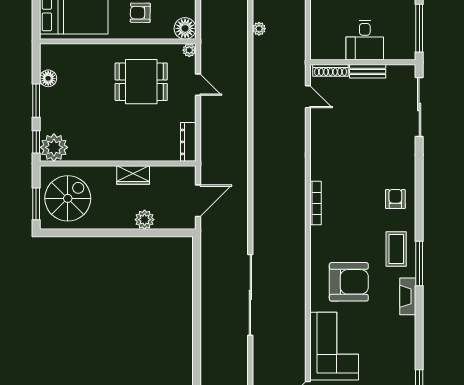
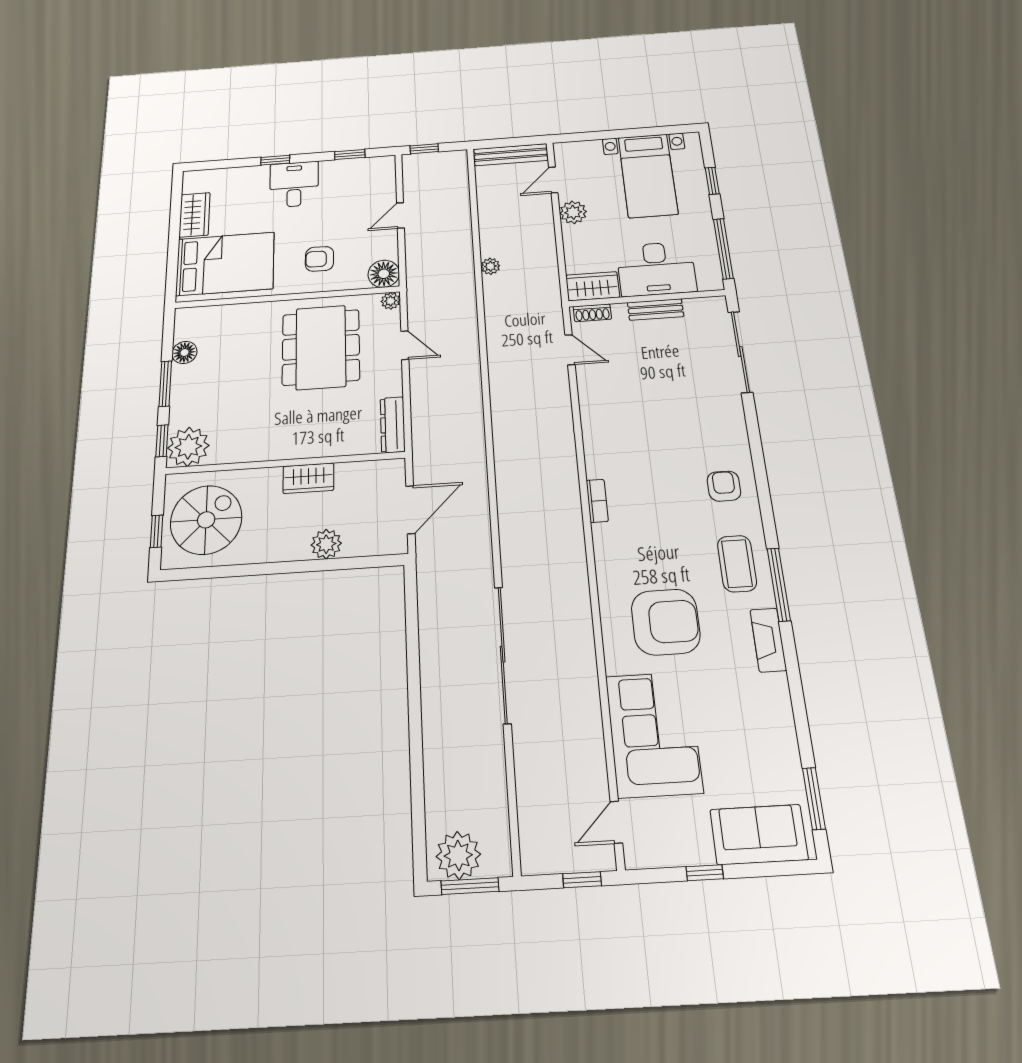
desk: (365, 40) -> (656, 269), width x1.37
wardrobe: (327, 50) -> (593, 286), added
shoe rack: (331, 70) -> (592, 313), width x0.70
dining table: (141, 82) -> (321, 347), width x1.38
bookcase: (316, 203) -> (597, 501), width x0.64
window: (36, 204) -> (157, 531), width x0.67

